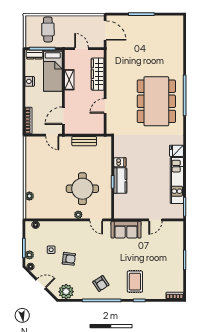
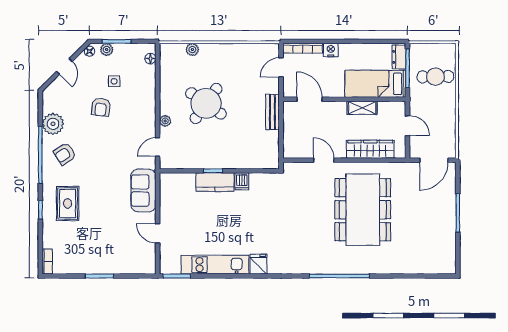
door: (82, 49) -> (408, 126), hinge flipped
nightstand: (30, 81) -> (331, 50), moved
dining table: (156, 101) -> (363, 210), moved, turned 90
door: (52, 135) -> (281, 67), moved
bench: (84, 141) -> (272, 112), moved
round table: (82, 189) -> (206, 103), moved, turned 35
rug: (135, 282) -> (68, 203), turned 90
plant: (66, 292) -> (53, 124), moved

